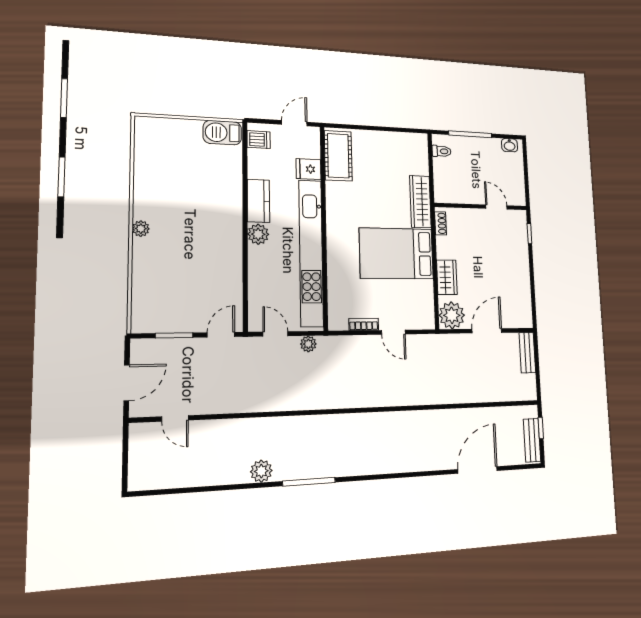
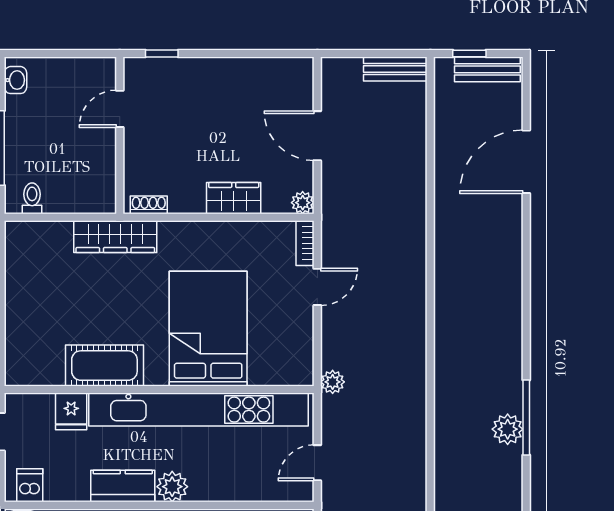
cot: (338, 156) -> (104, 366), moved
bed: (396, 254) -> (208, 329), moved, turned 180
plant: (452, 315) -> (303, 203), width x0.53, depth x0.53
bookcase: (364, 324) -> (305, 243), moved
plant: (308, 344) -> (333, 382), moved
bench: (527, 353) -> (395, 69), moved
door: (478, 470) -> (526, 162), hinge flipped
plant: (261, 471) -> (508, 429), moved

